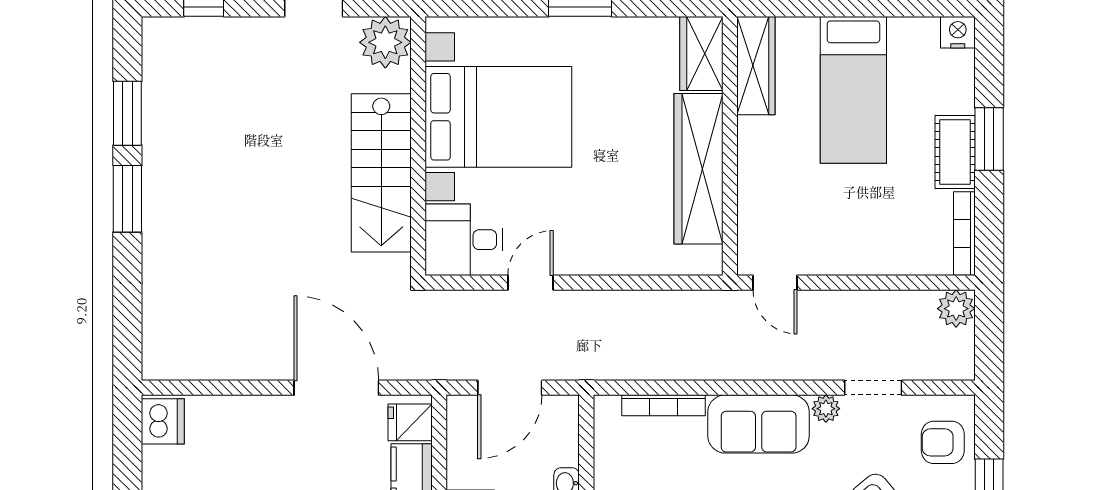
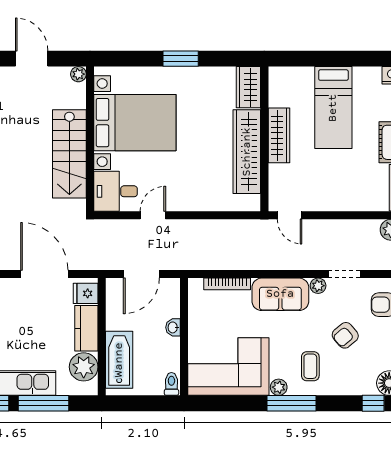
plant: (385, 42) -> (78, 74), width x0.53, depth x0.53
wardrobe: (756, 66) -> (279, 135), moved

